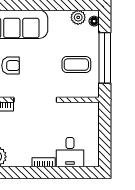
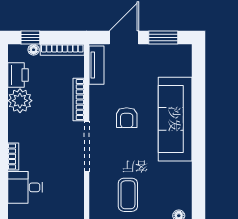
plant: (78, 17) -> (183, 197), removed

